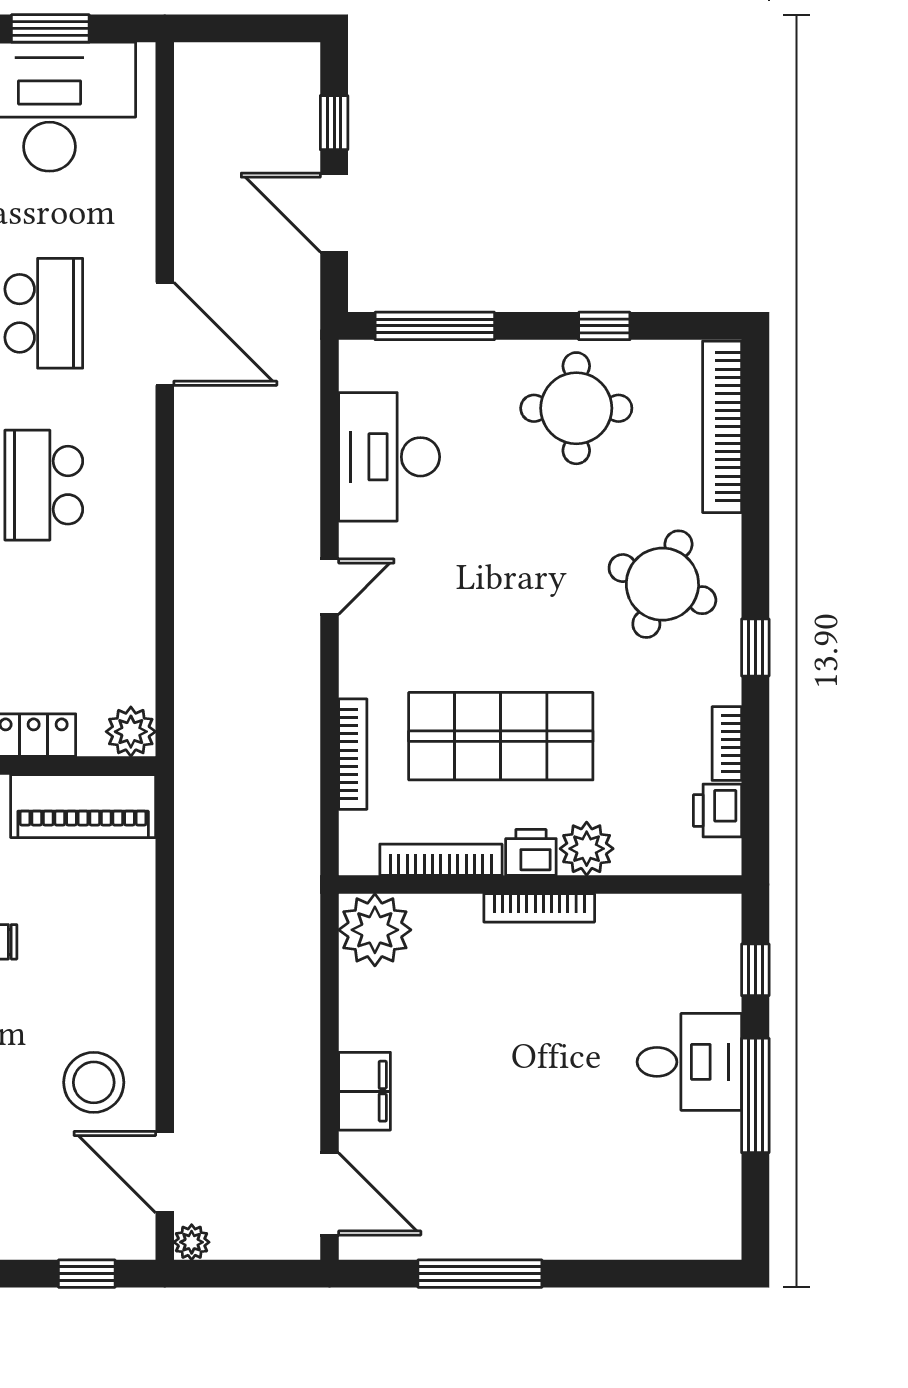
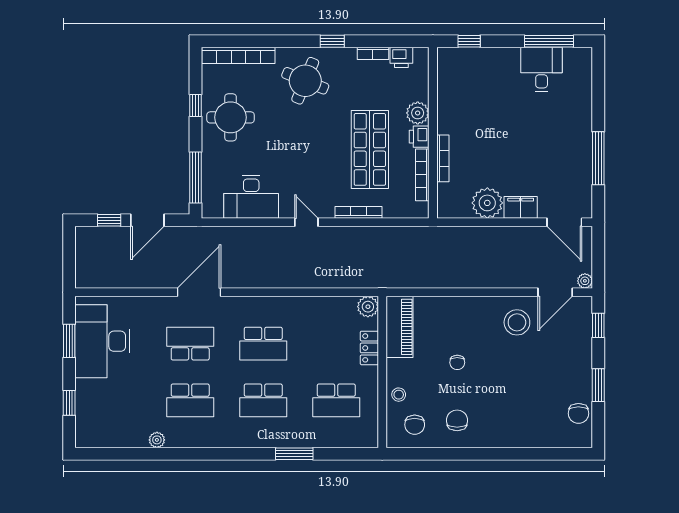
bookcase: (353, 754) -> (359, 212), moved
bookcase: (539, 908) -> (443, 158), moved
plant: (375, 930) -> (487, 203), moved
desk: (689, 1062) -> (542, 69), moved
window: (755, 1095) -> (549, 41), moved
door: (330, 1194) -> (564, 222), swing flipped

